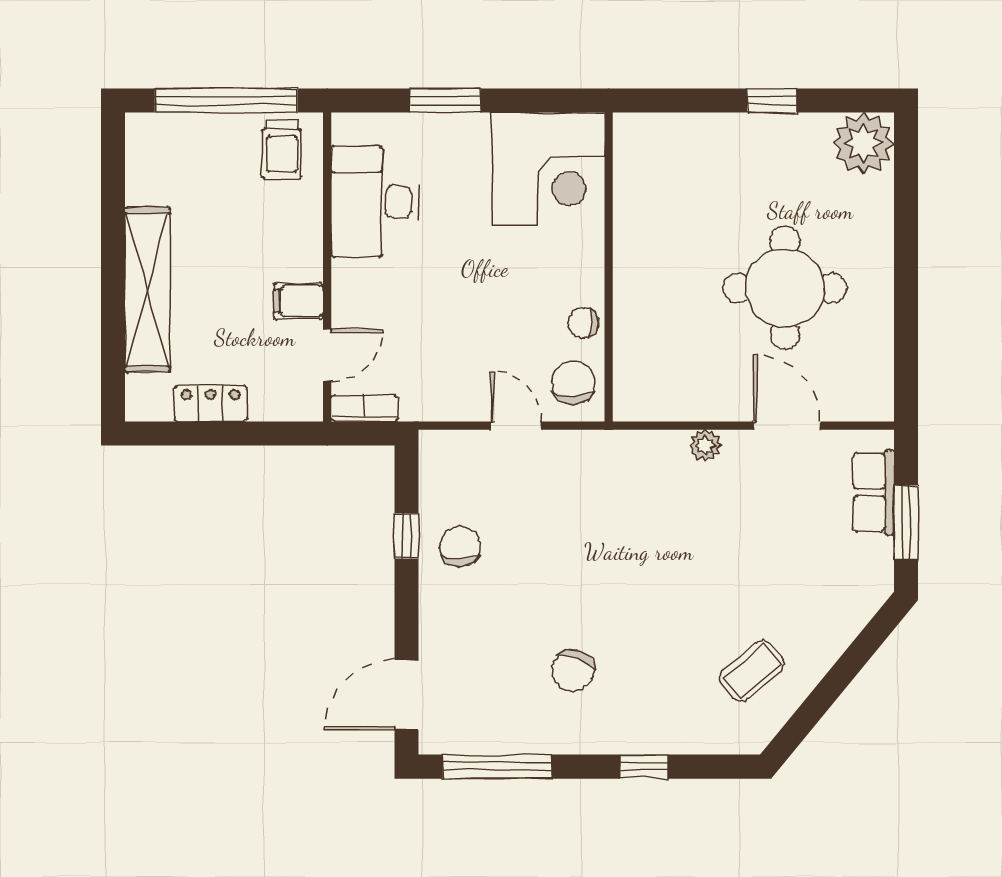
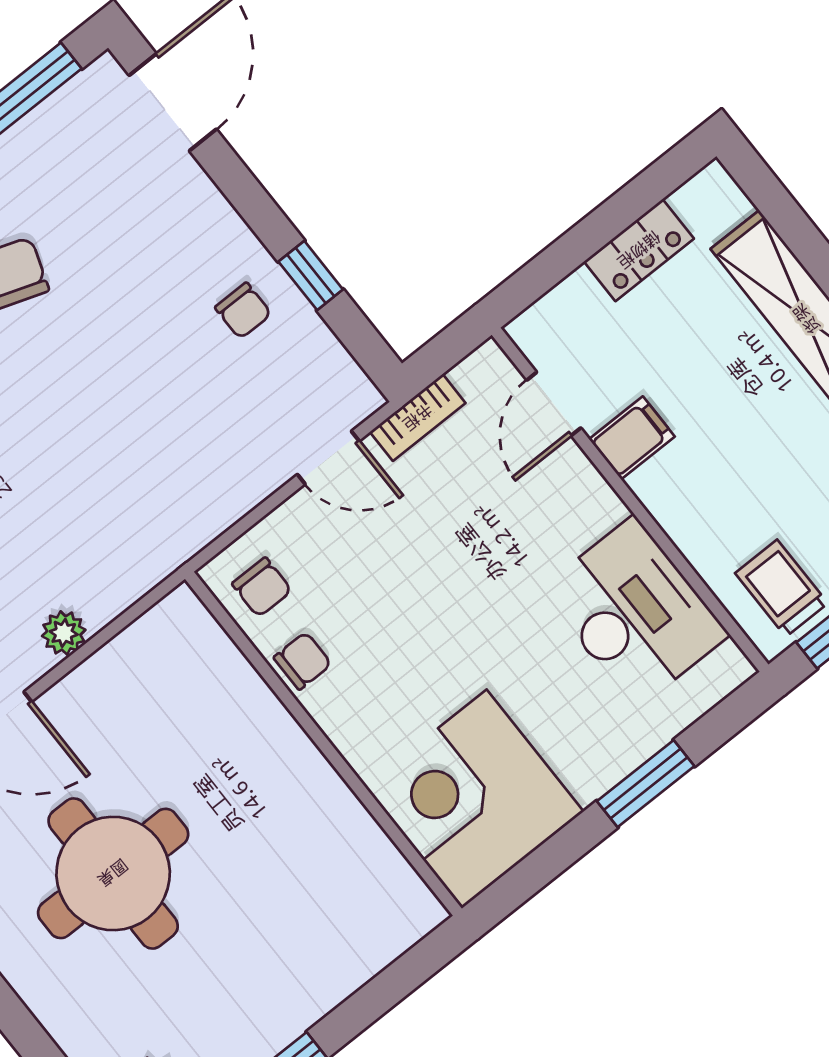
chair: (573, 383) -> (262, 587), width x0.73, depth x0.73
bookcase: (365, 408) -> (418, 417), moved
door: (516, 426) -> (328, 458), moved
chair: (460, 546) -> (243, 311), width x0.73, depth x0.73

